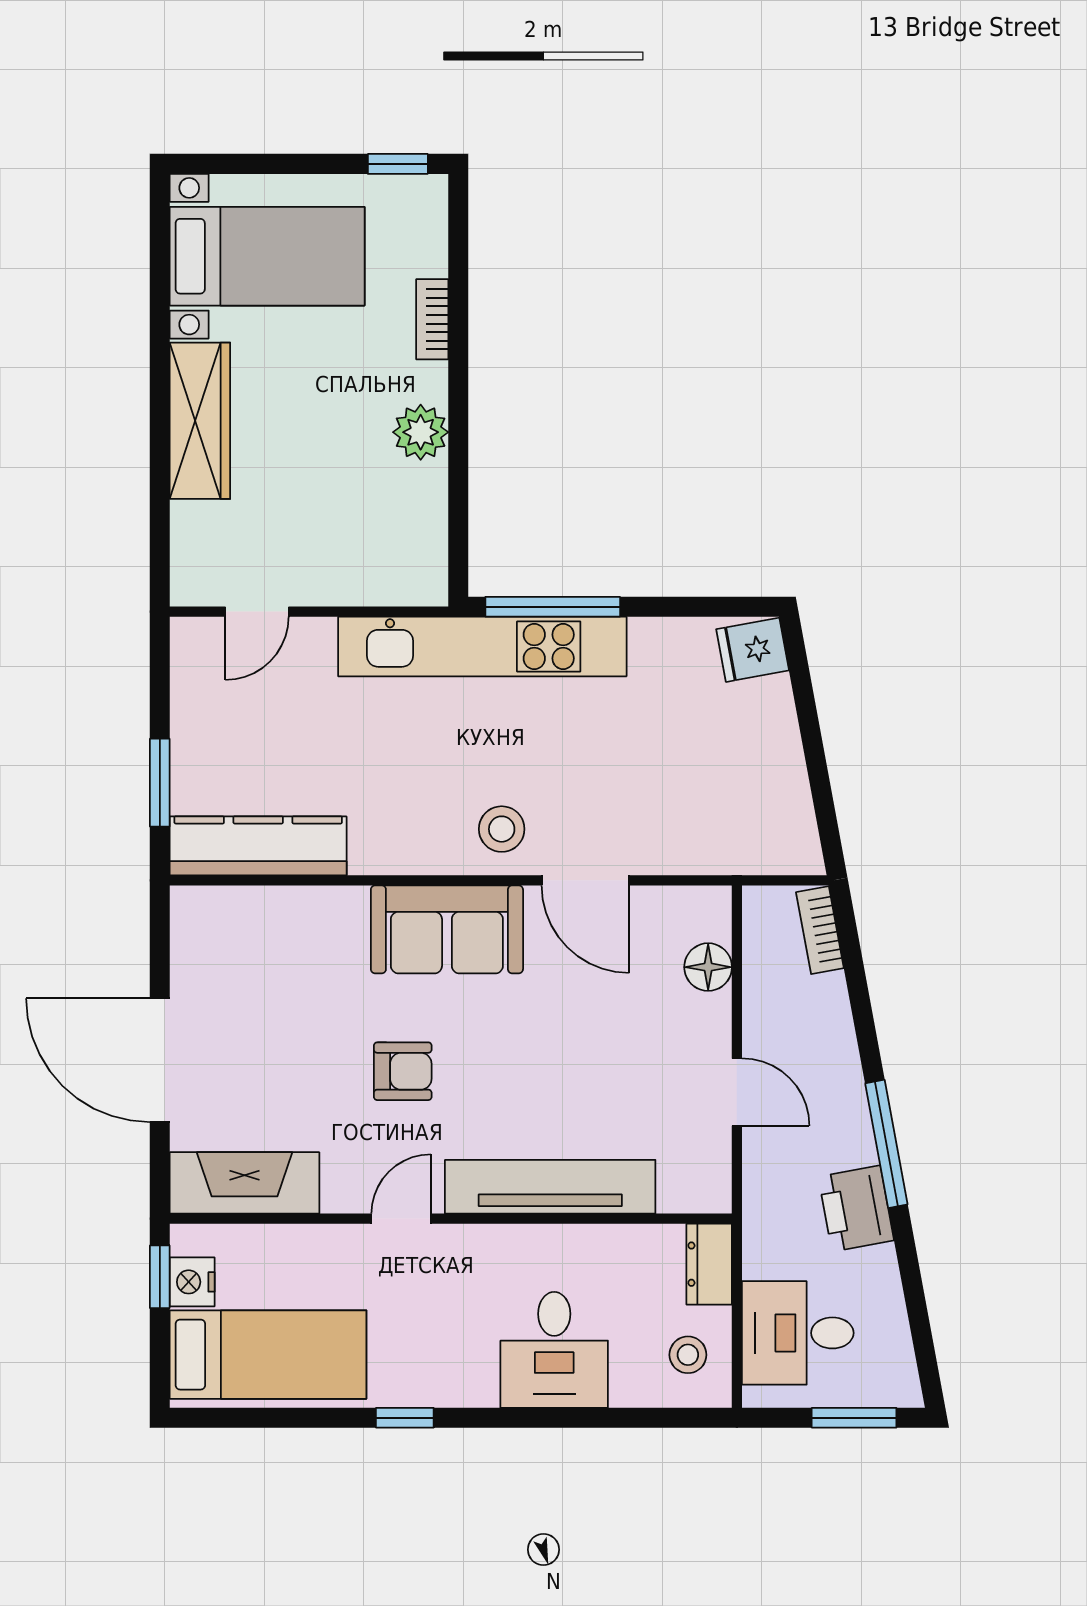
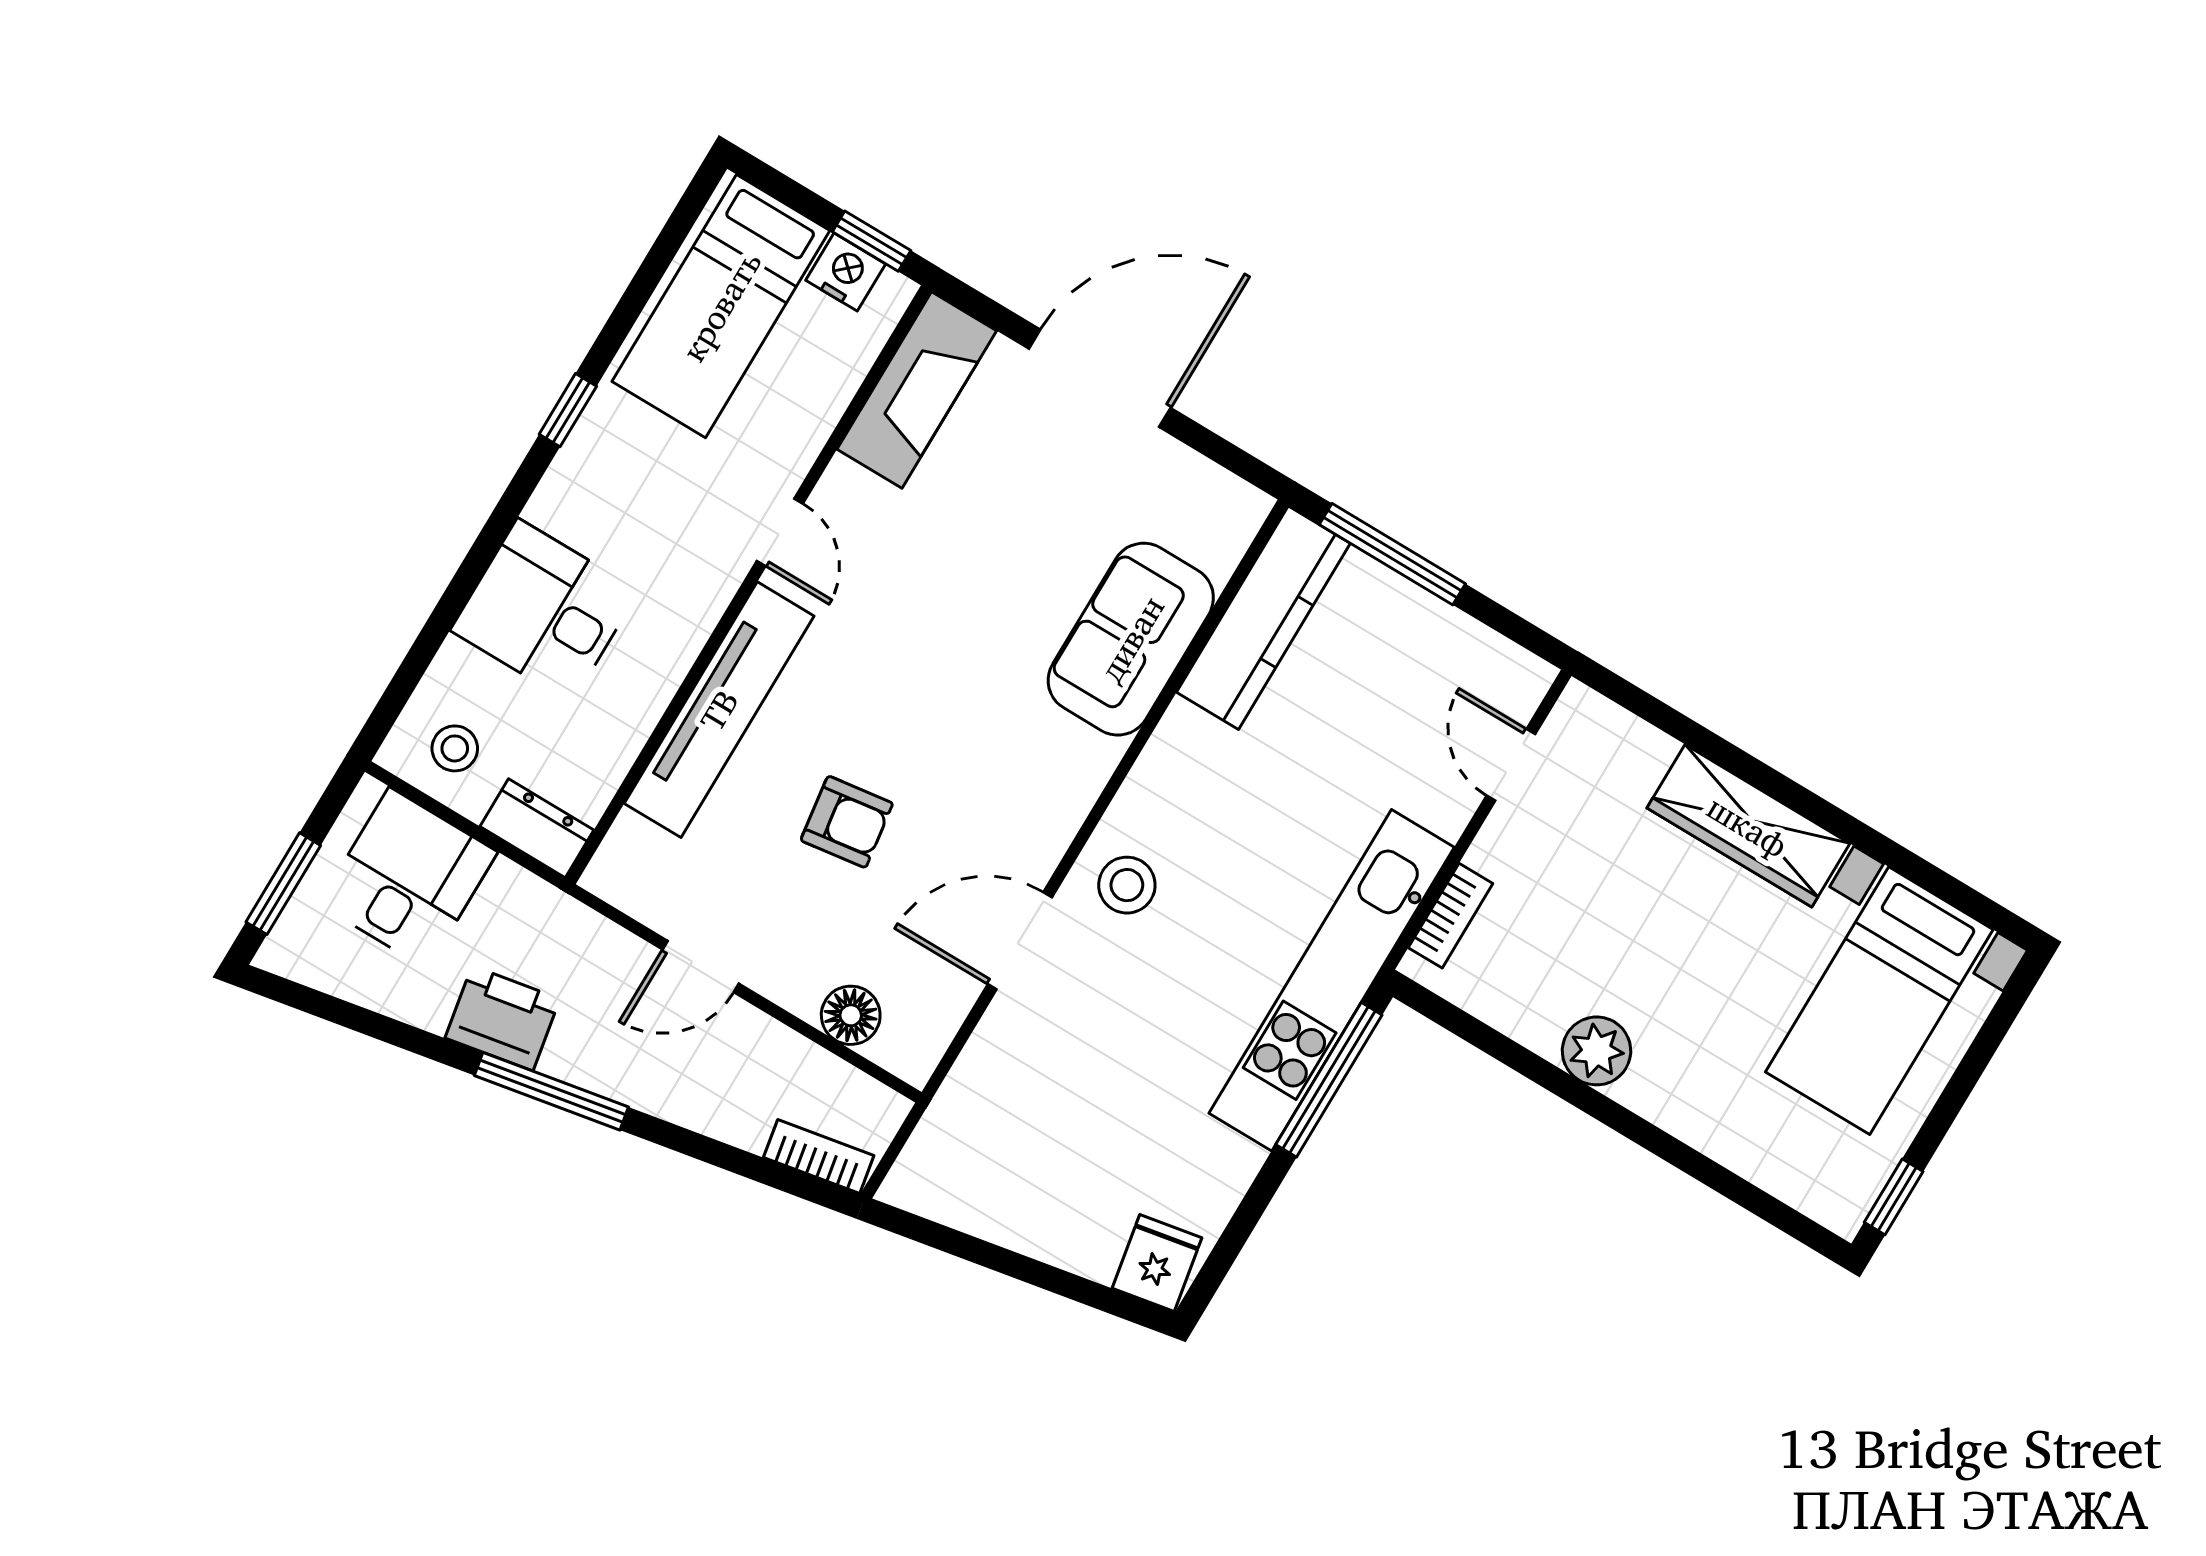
bookcase: (432, 319) -> (1451, 916), moved, turned 90
window: (160, 783) -> (1392, 554), width x1.44
sofa: (447, 929) -> (1131, 639), moved
armchair: (403, 1071) -> (847, 822), moved, turned -98

